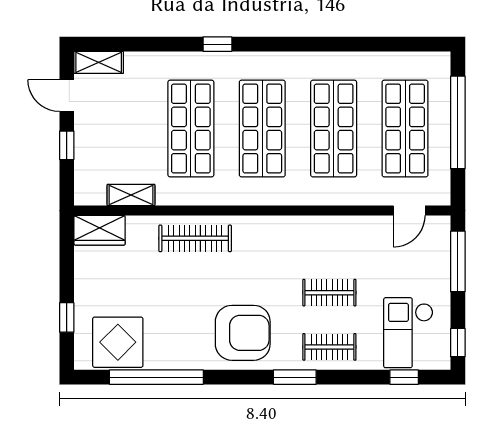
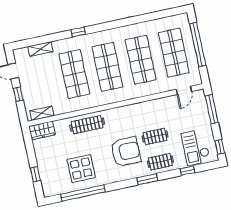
shelving: (99, 62) -> (40, 49), moved
shelving: (131, 195) -> (42, 113), moved
armchair: (243, 333) -> (126, 152), moved
display table: (118, 342) -> (81, 169), moved
window: (404, 377) -> (187, 171), moved

